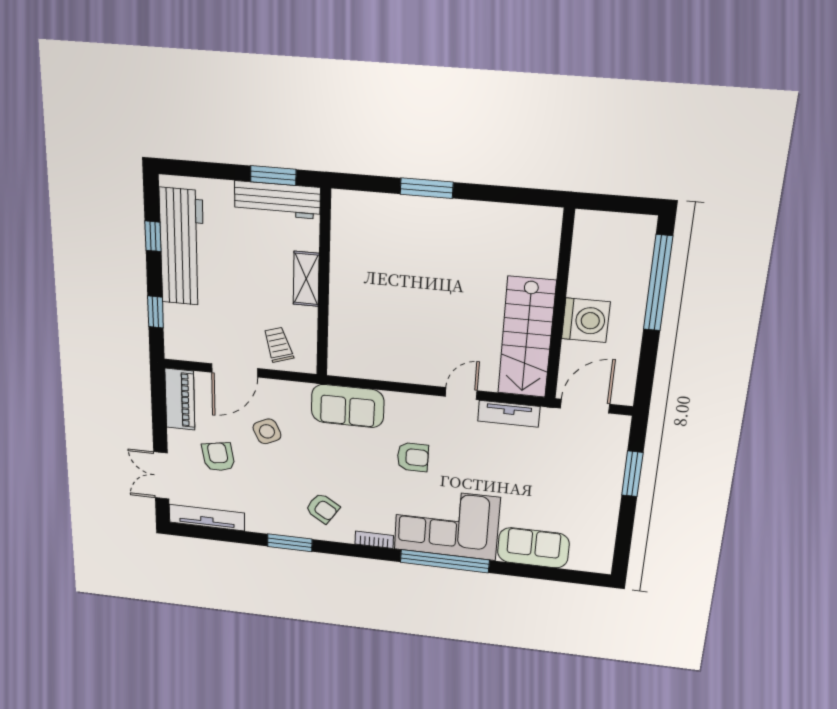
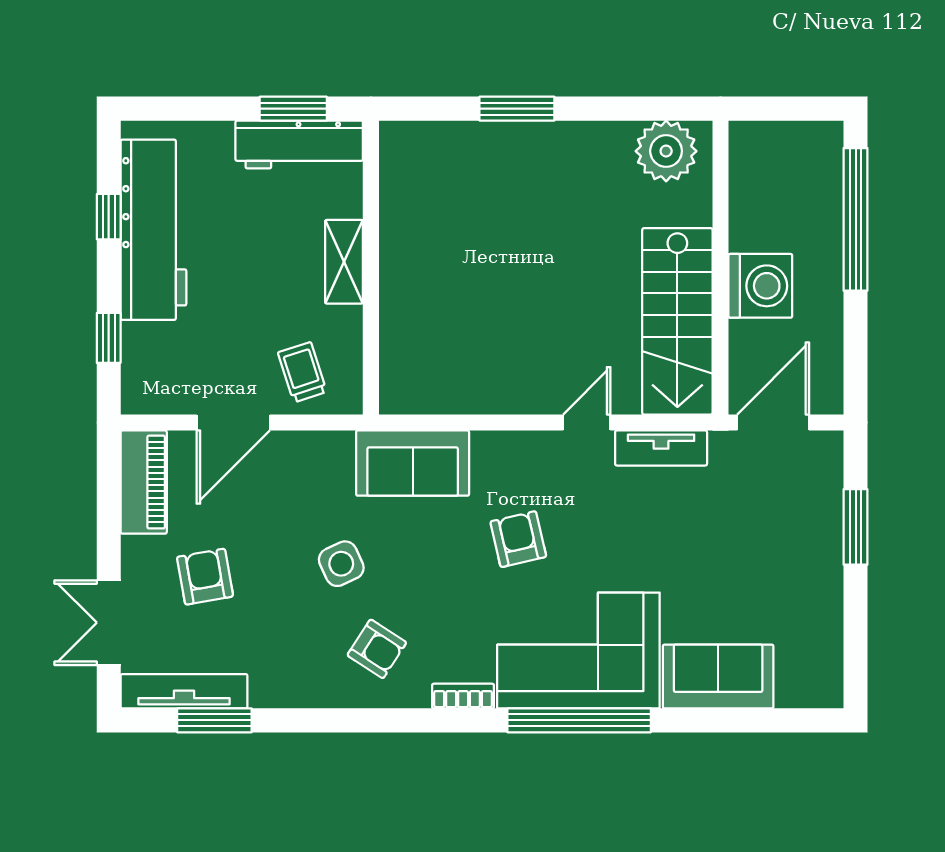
plant: (529, 226) -> (666, 151), added
side table: (267, 431) -> (341, 564), moved
armchair: (413, 457) -> (518, 539), turned -103
window: (290, 543) -> (214, 720), moved

